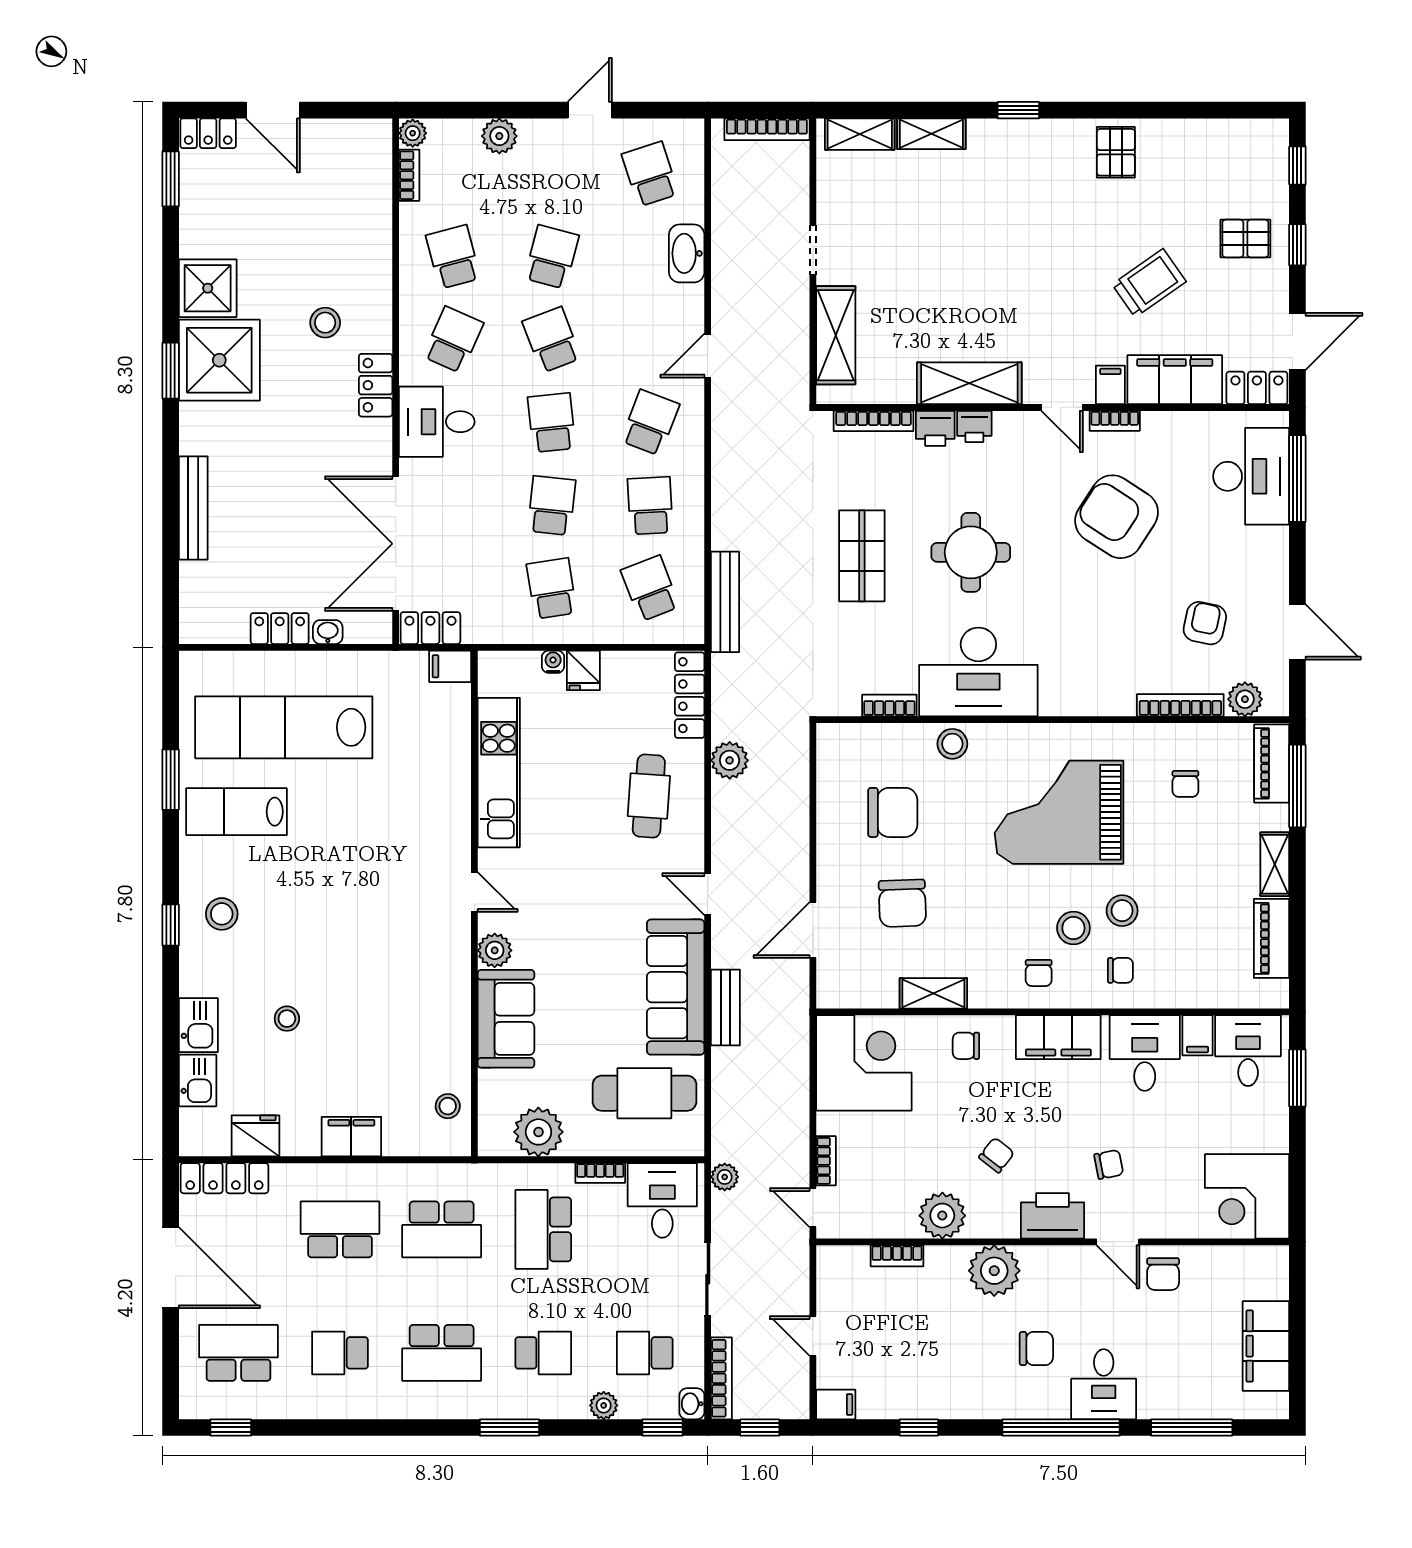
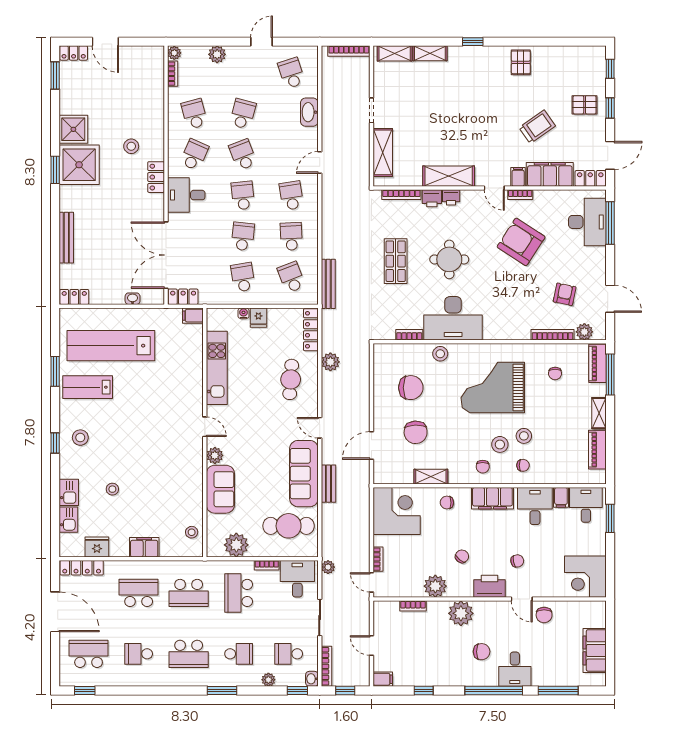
school desk: (650, 423) -> (291, 196), turned -30
locker: (280, 629) -> (74, 297), moved

